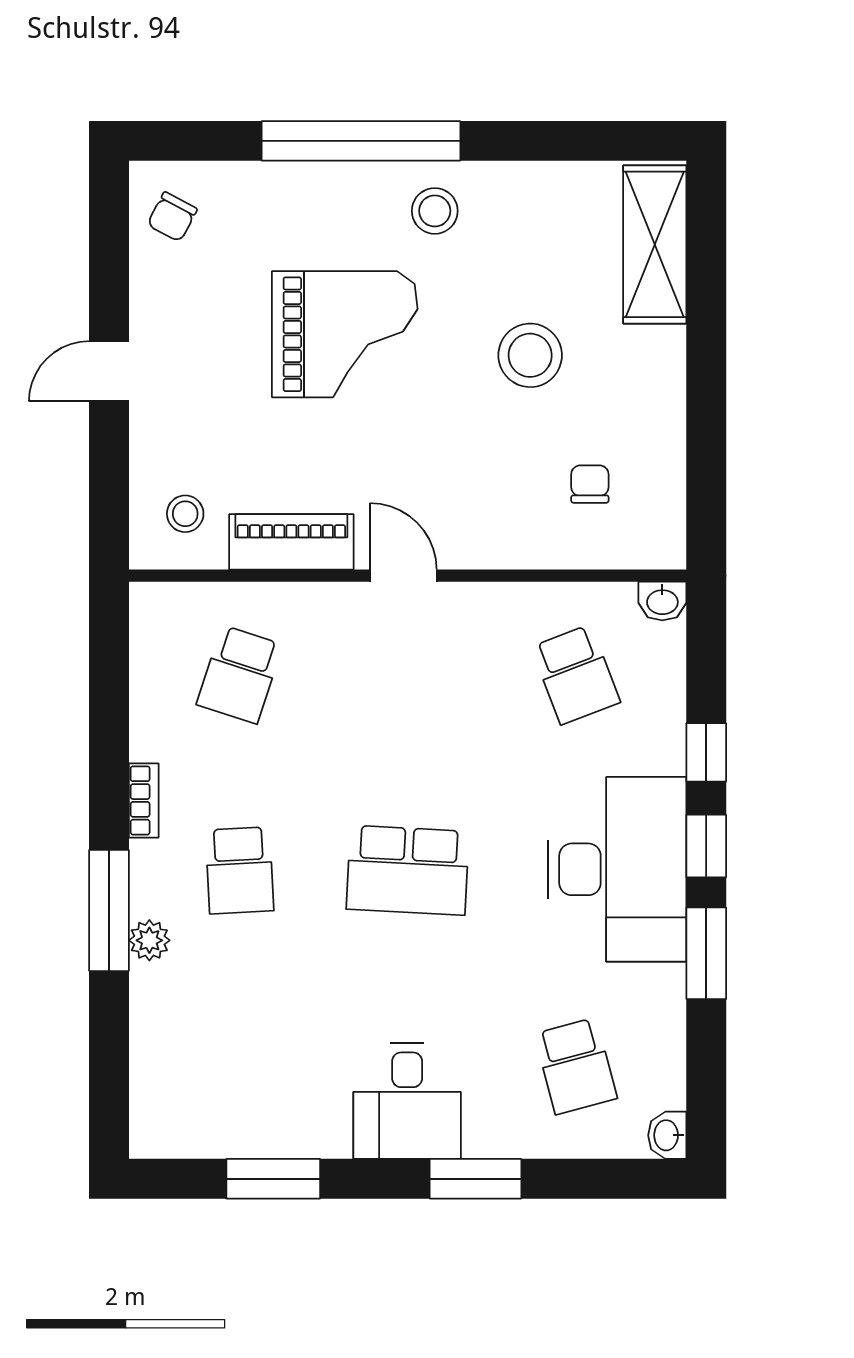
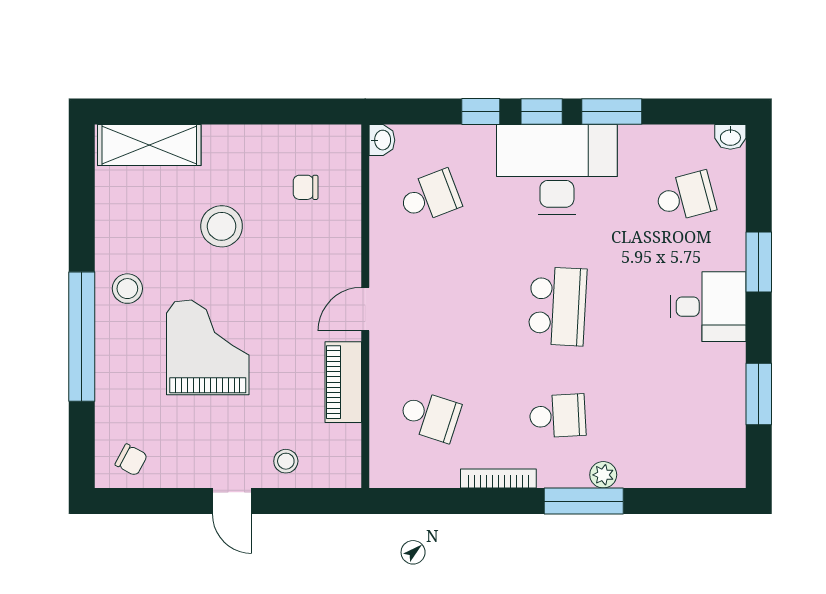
stool: (185, 514) -> (286, 461), moved
bookcase: (144, 800) -> (498, 478), width x1.56

